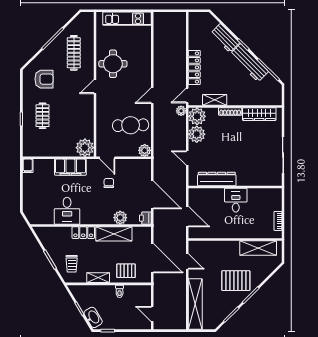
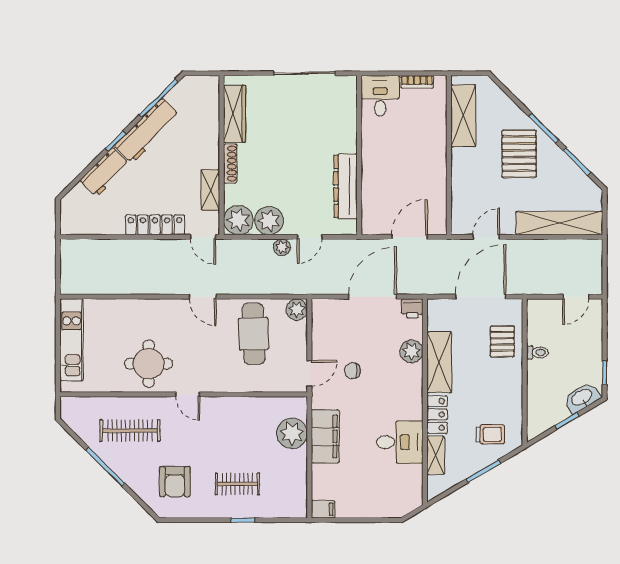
armchair: (44, 79) -> (175, 482), turned 180
plant: (181, 111) -> (282, 247), moved
plant: (85, 148) -> (292, 433), moved
desk: (236, 200) -> (380, 96), moved, turned 90
shelving: (98, 278) -> (436, 455), moved

